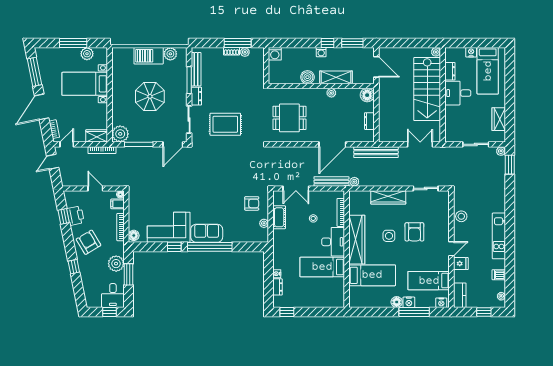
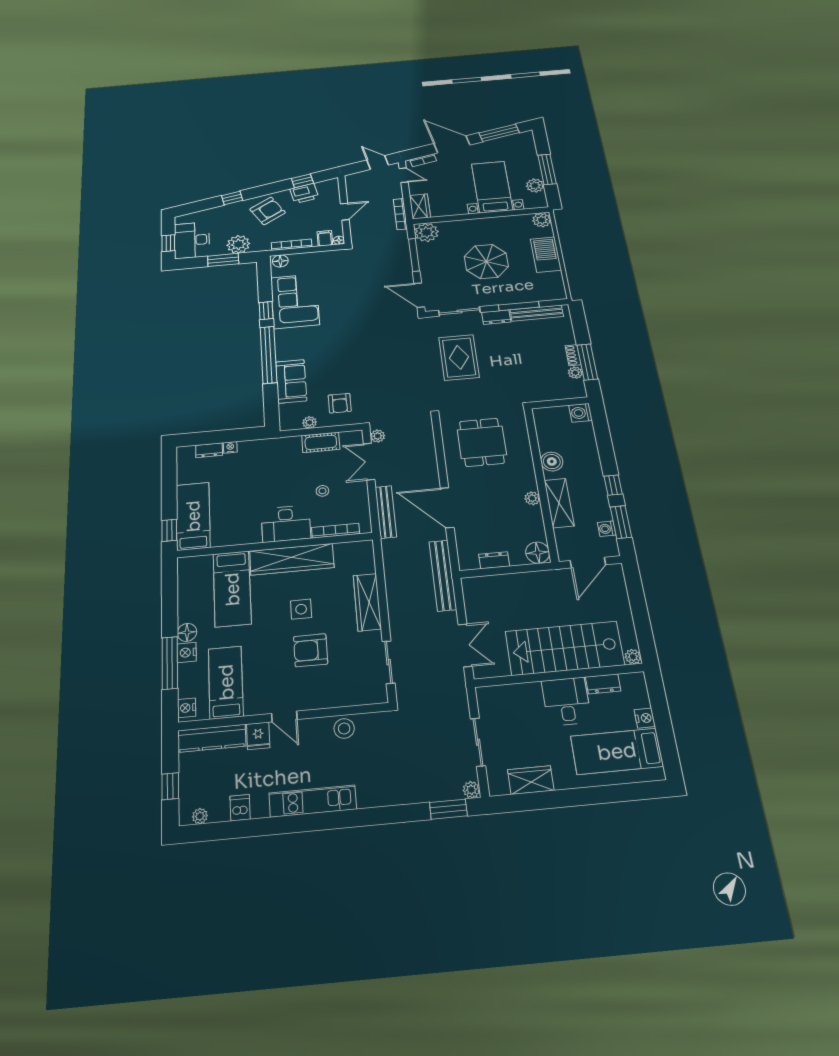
washing machine: (321, 52) -> (607, 529), moved
plant: (170, 54) -> (542, 220), moved
plant: (354, 182) -> (378, 436), moved
sofa: (207, 233) -> (291, 381), moved
bed: (322, 267) -> (193, 516), moved
kitchen counter: (460, 295) -> (212, 738), width x1.50
desk: (113, 296) -> (192, 240), width x1.37
window: (287, 312) -> (169, 530), moved

